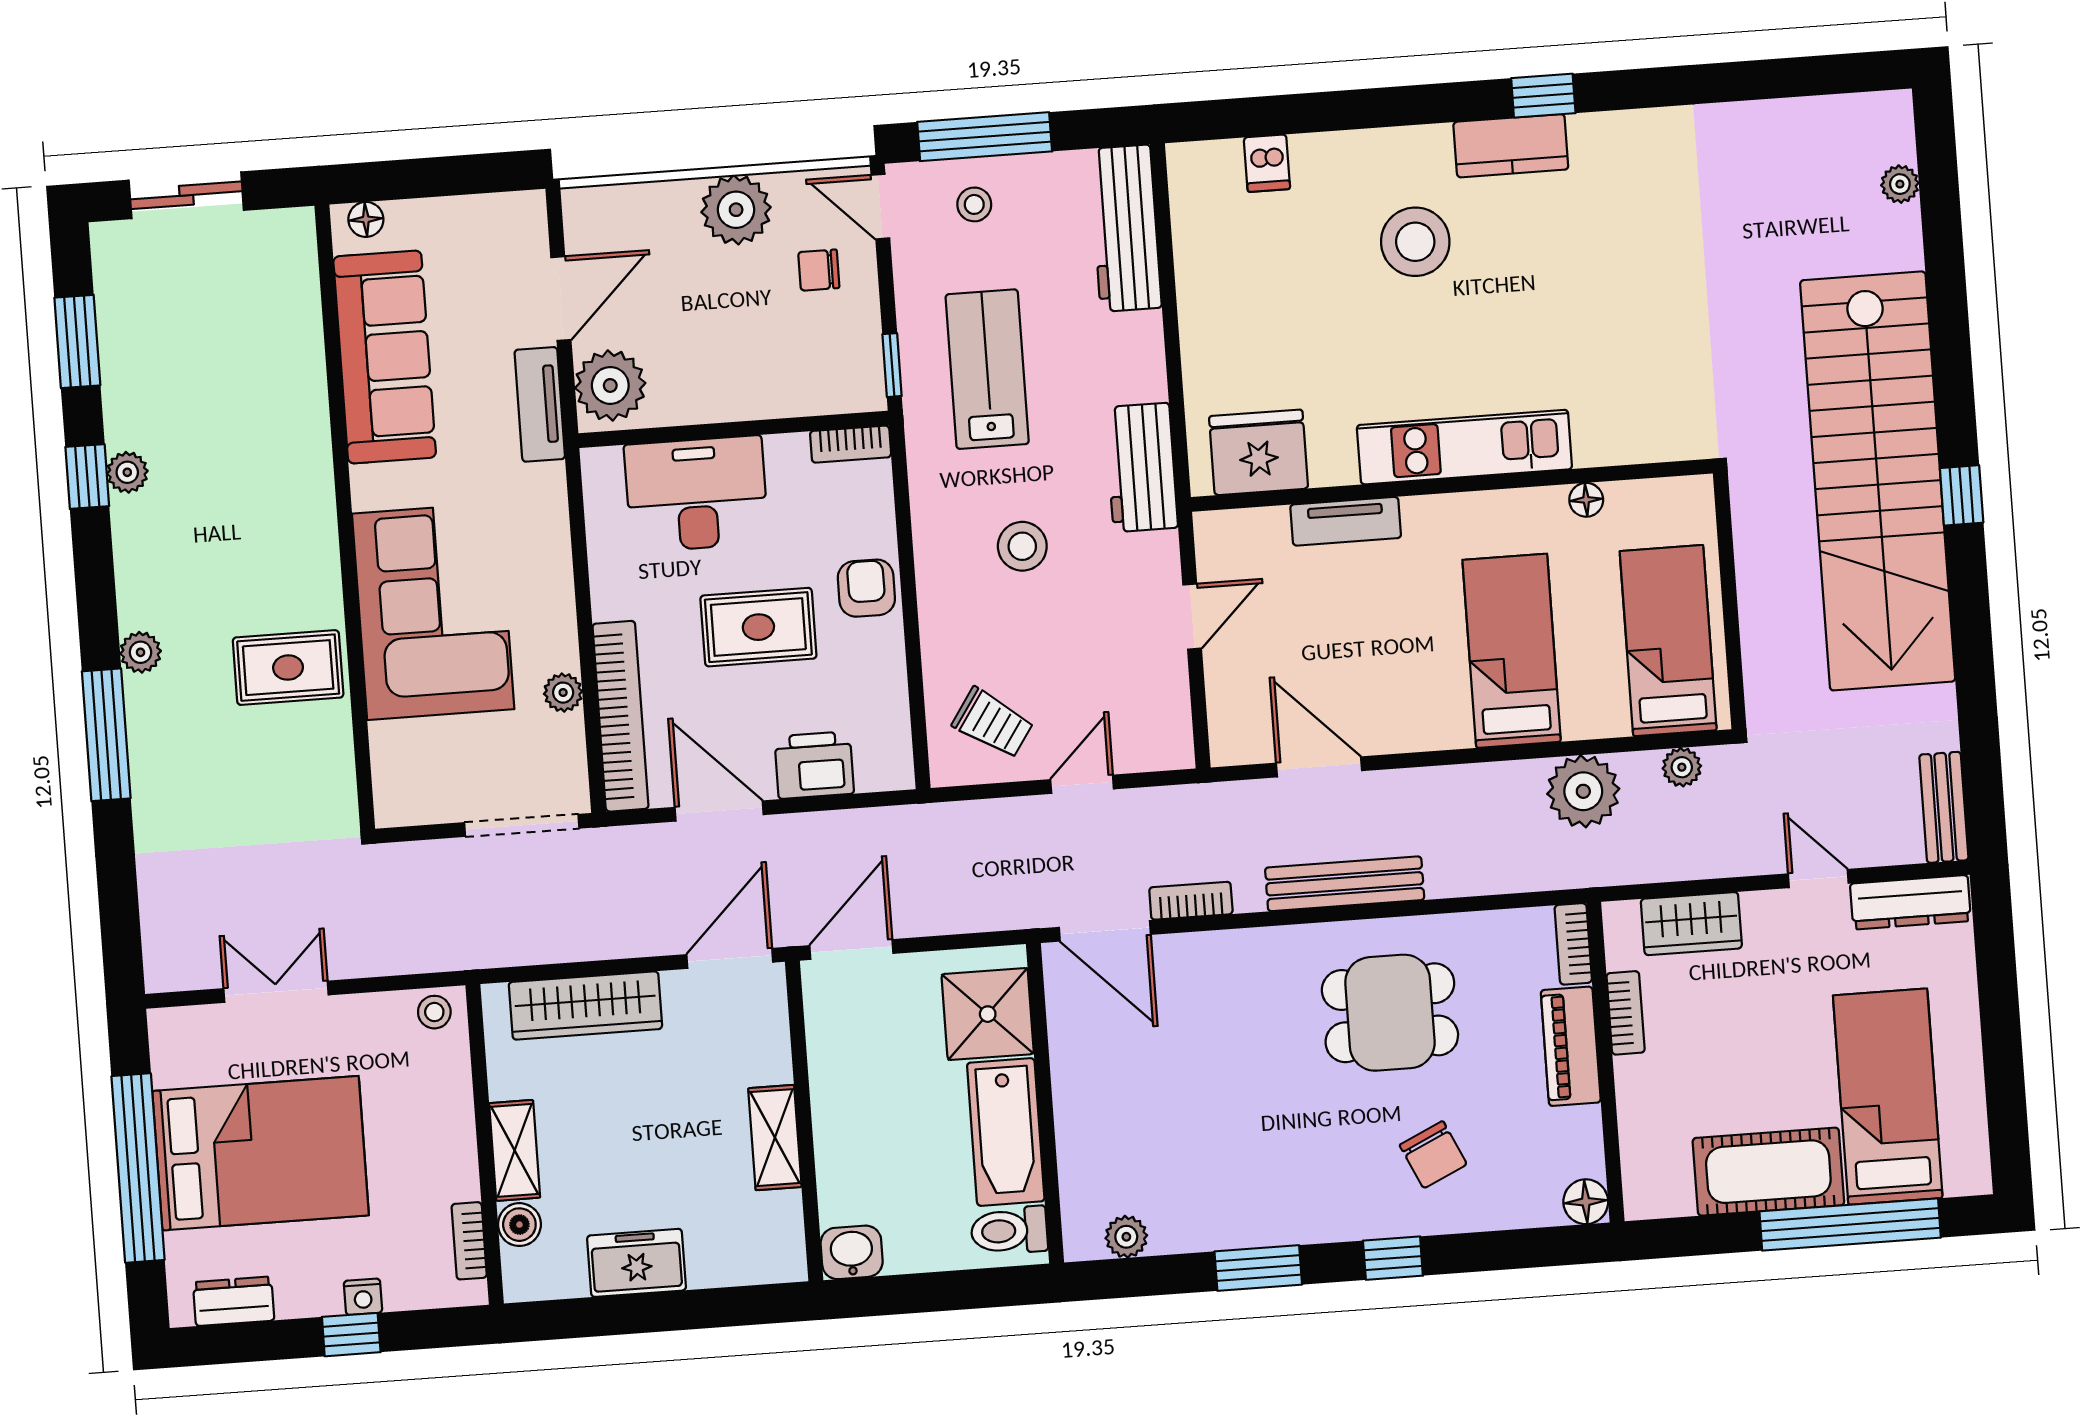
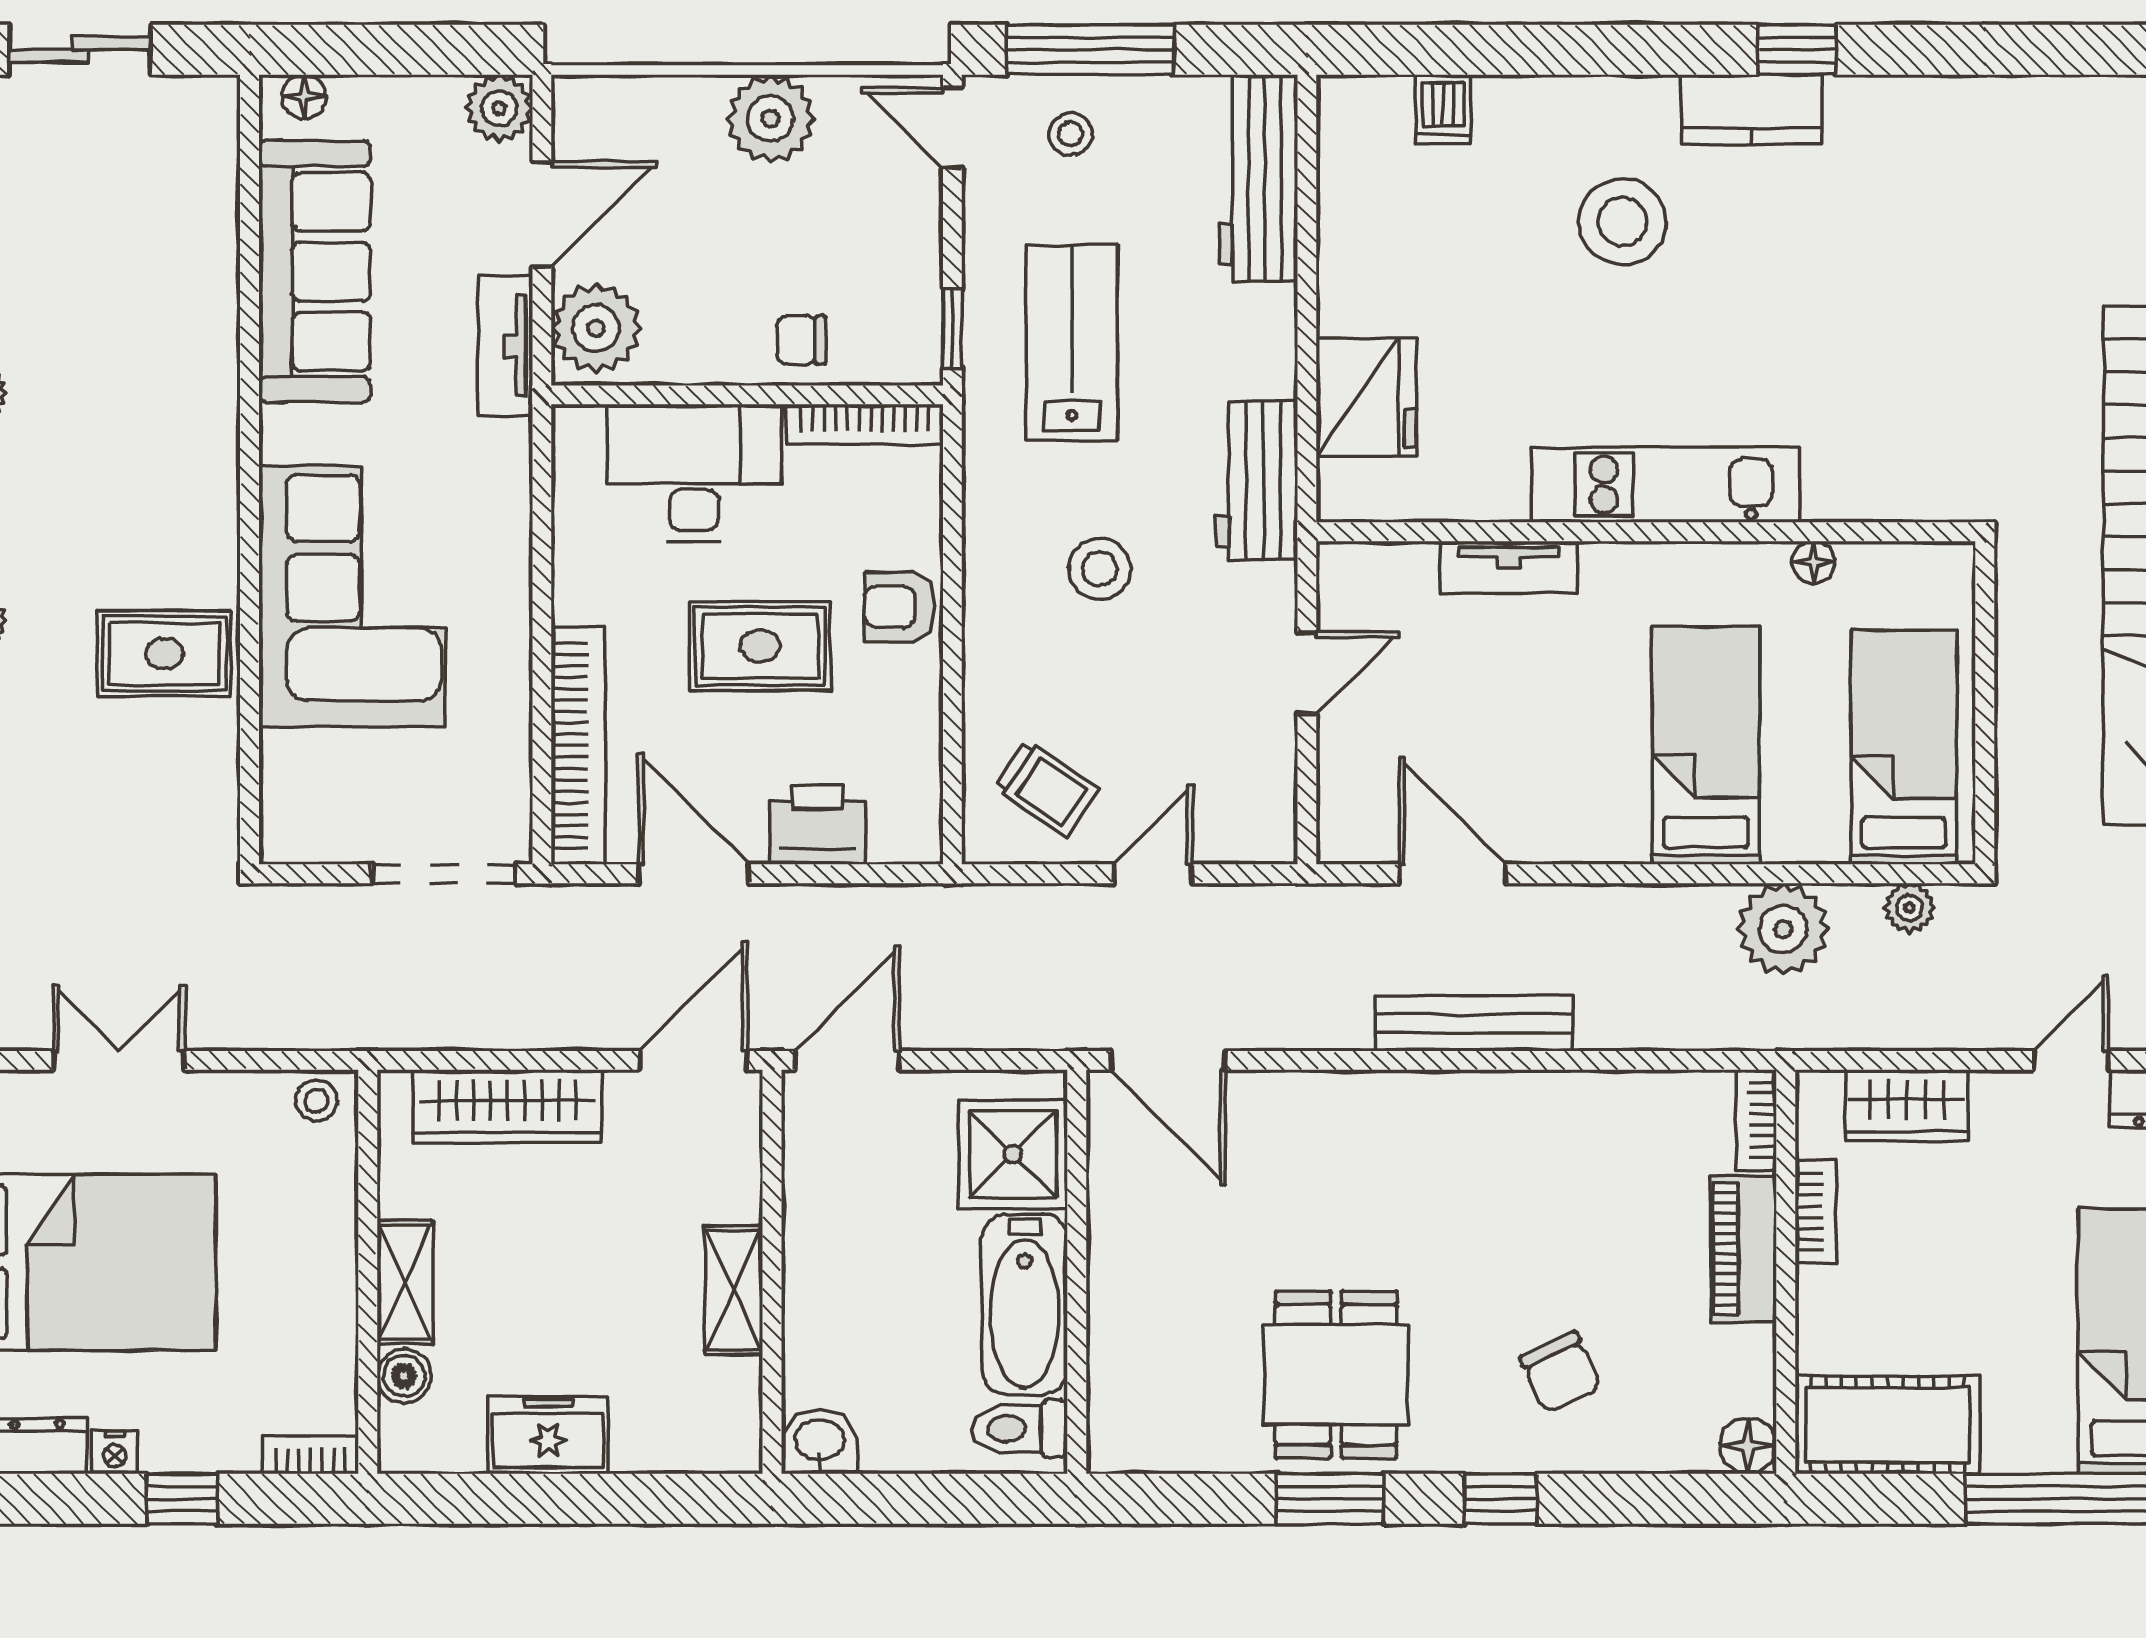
chair: (819, 270) -> (801, 340), moved
bookcase: (851, 444) -> (865, 424), width x1.56
fridge: (1259, 452) -> (1366, 397), moved, turned 90
armchair: (866, 588) -> (900, 607), turned -90
plant: (563, 693) -> (499, 108), moved, width x1.38, depth x1.38
door: (1818, 878) -> (2071, 1060), hinge flipped
bookcase: (1191, 901) -> (1279, 1030), removed
dining table: (1390, 1013) -> (1336, 1375), moved, turned 90
cot: (1768, 1172) -> (1888, 1425), moved
plant: (1126, 1237) -> (1167, 1447), removed
bookcase: (469, 1241) -> (311, 1455), moved, turned 90
nightstand: (363, 1297) -> (115, 1452), moved

